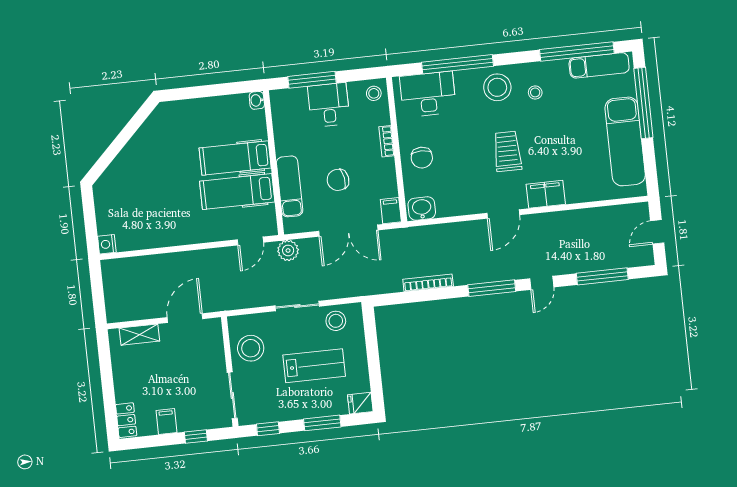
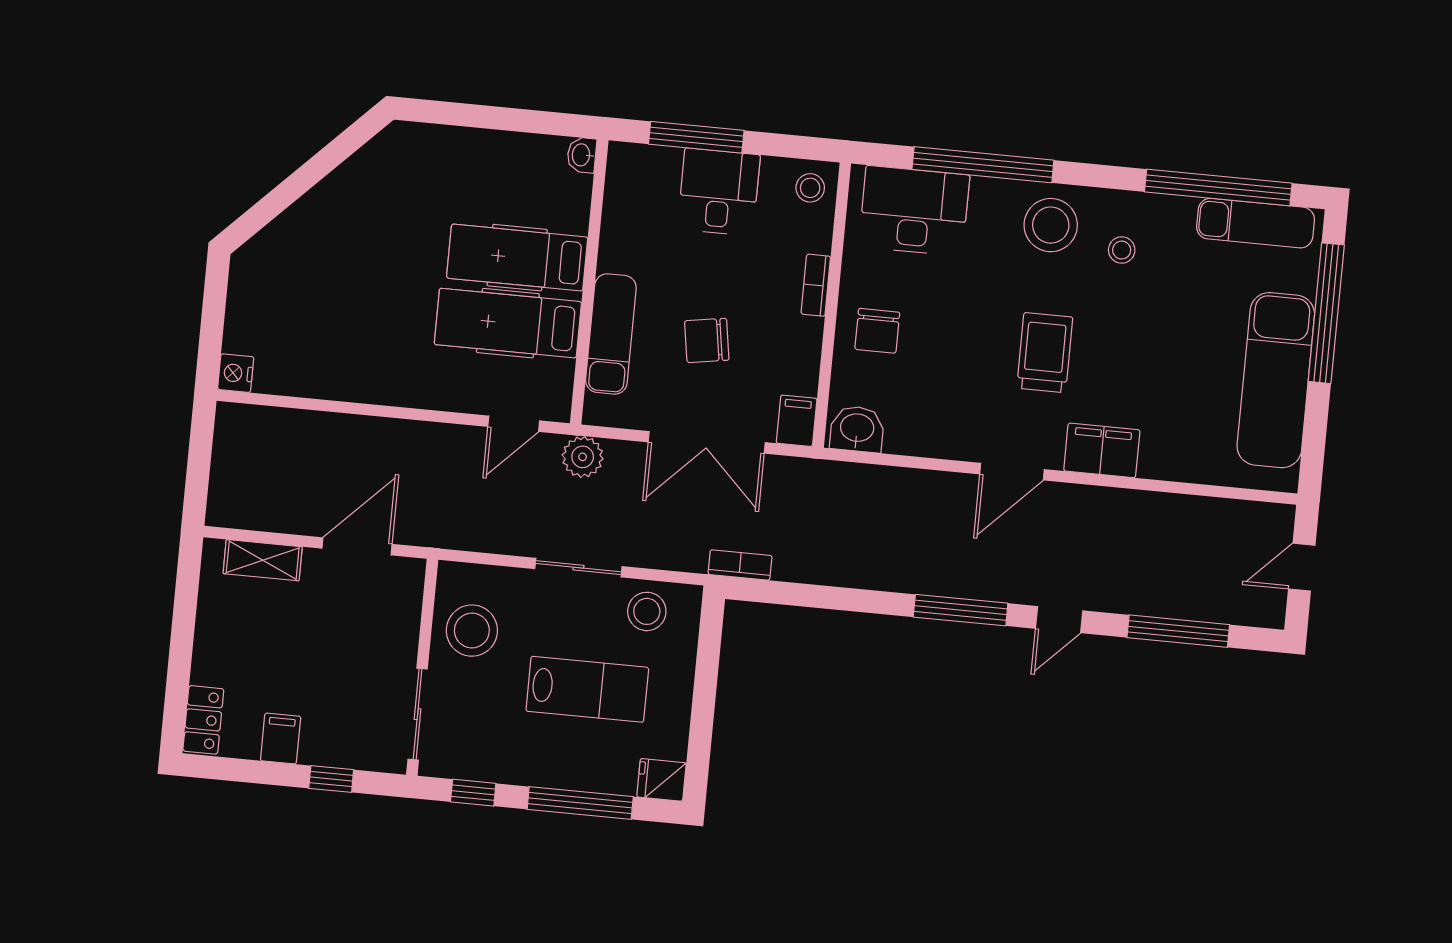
bookcase: (428, 283) -> (740, 565), moved, width x0.64
window: (322, 423) -> (580, 803), width x1.44

